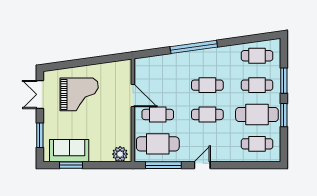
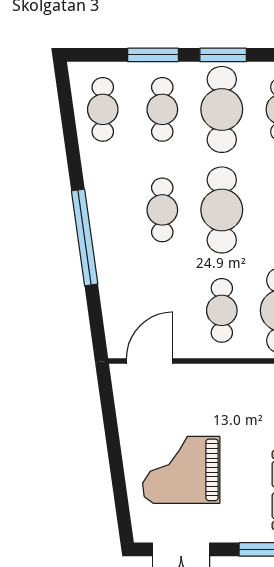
grand piano: (79, 94) -> (181, 470), turned -90
door: (133, 95) -> (150, 361), moved
cafe table: (207, 114) -> (222, 210), width x1.37, depth x1.35

